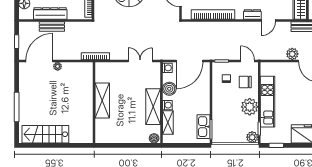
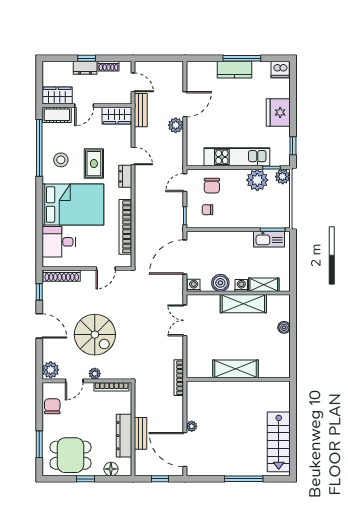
door: (189, 61) -> (185, 257), swing flipped
plant: (250, 107) -> (257, 180), moved
boiler: (154, 138) -> (284, 327), moved

